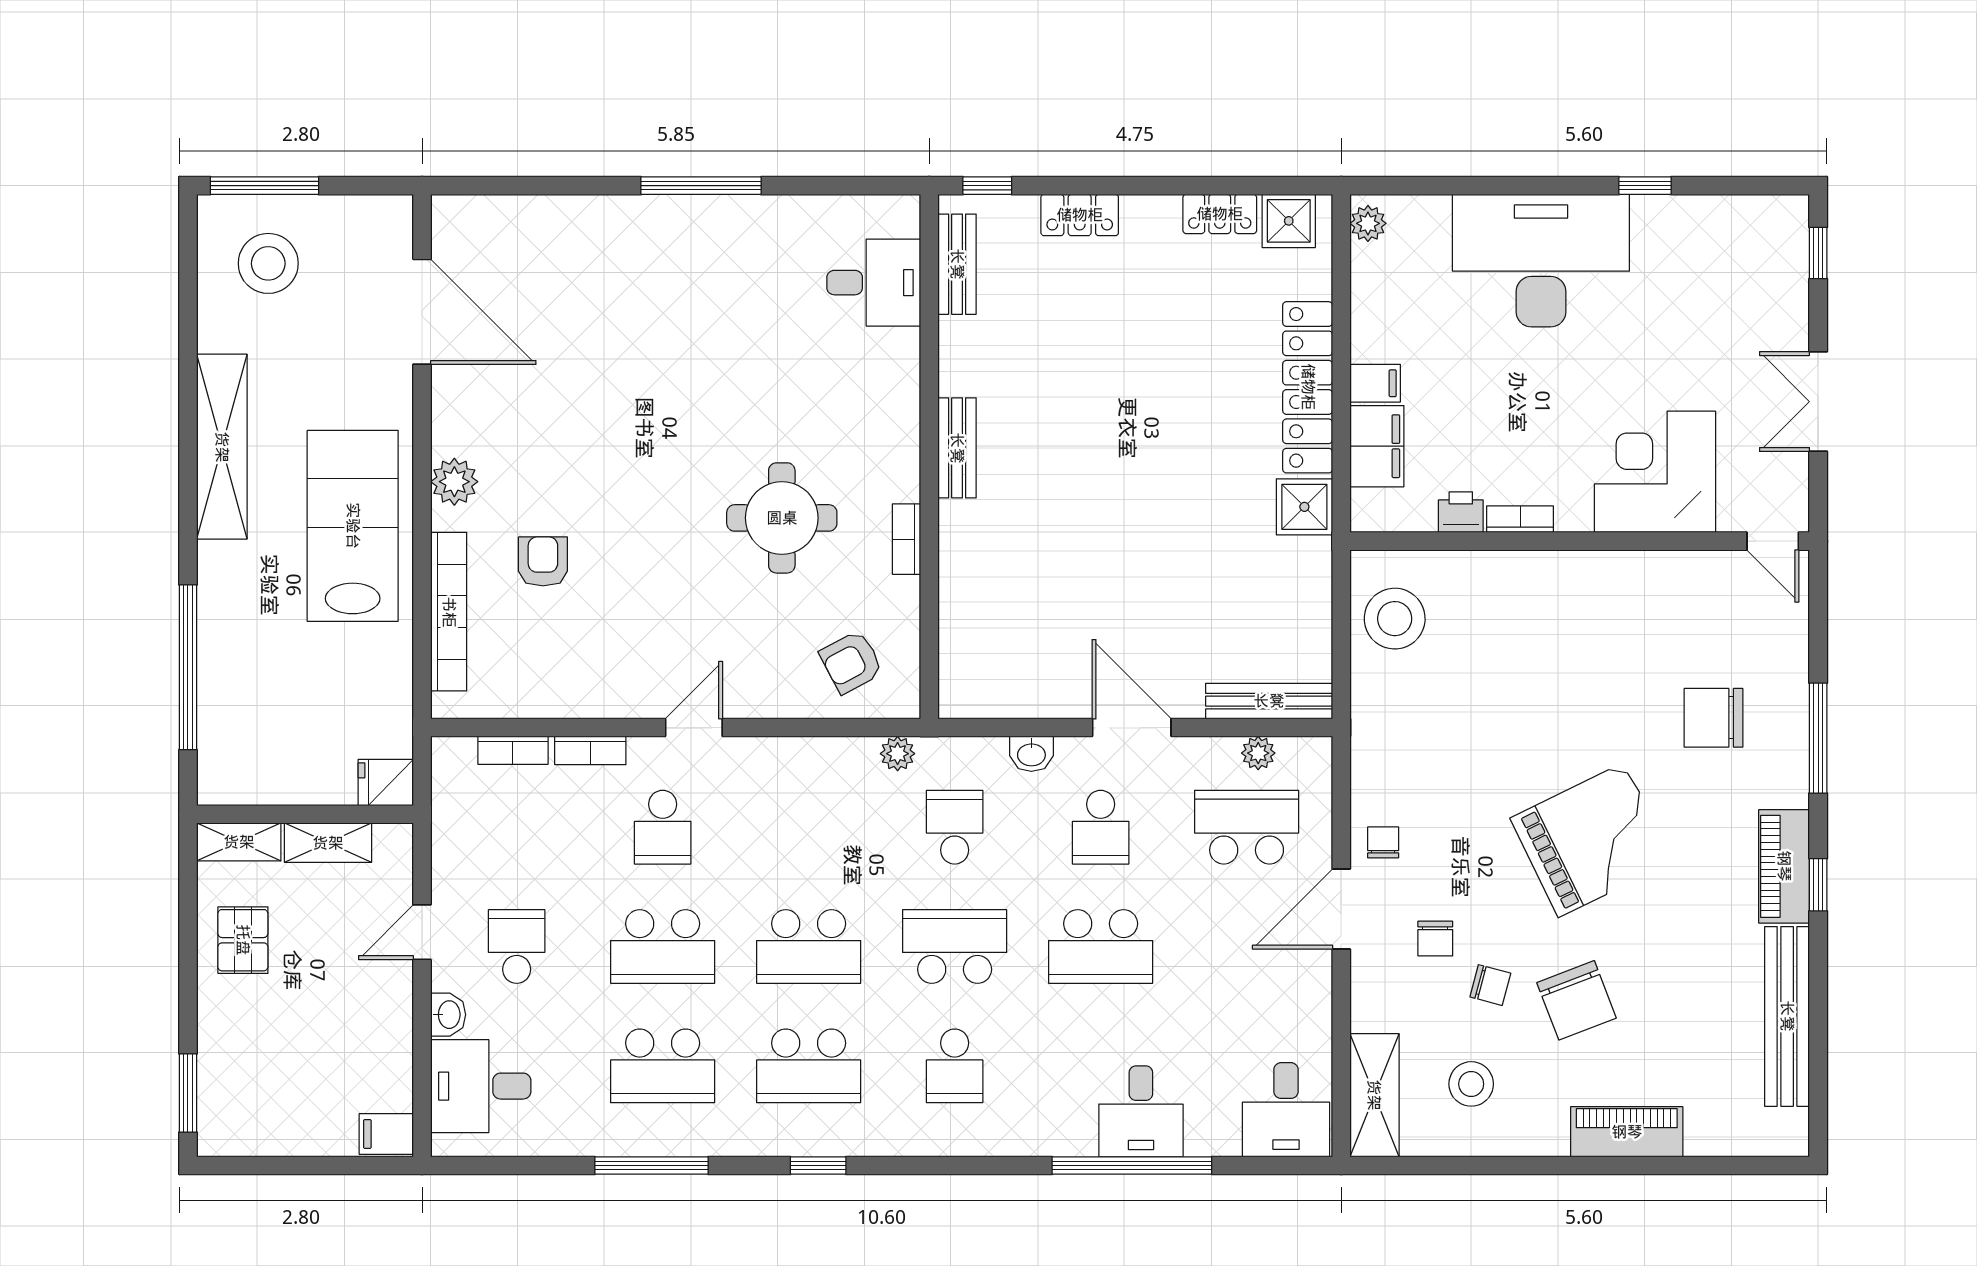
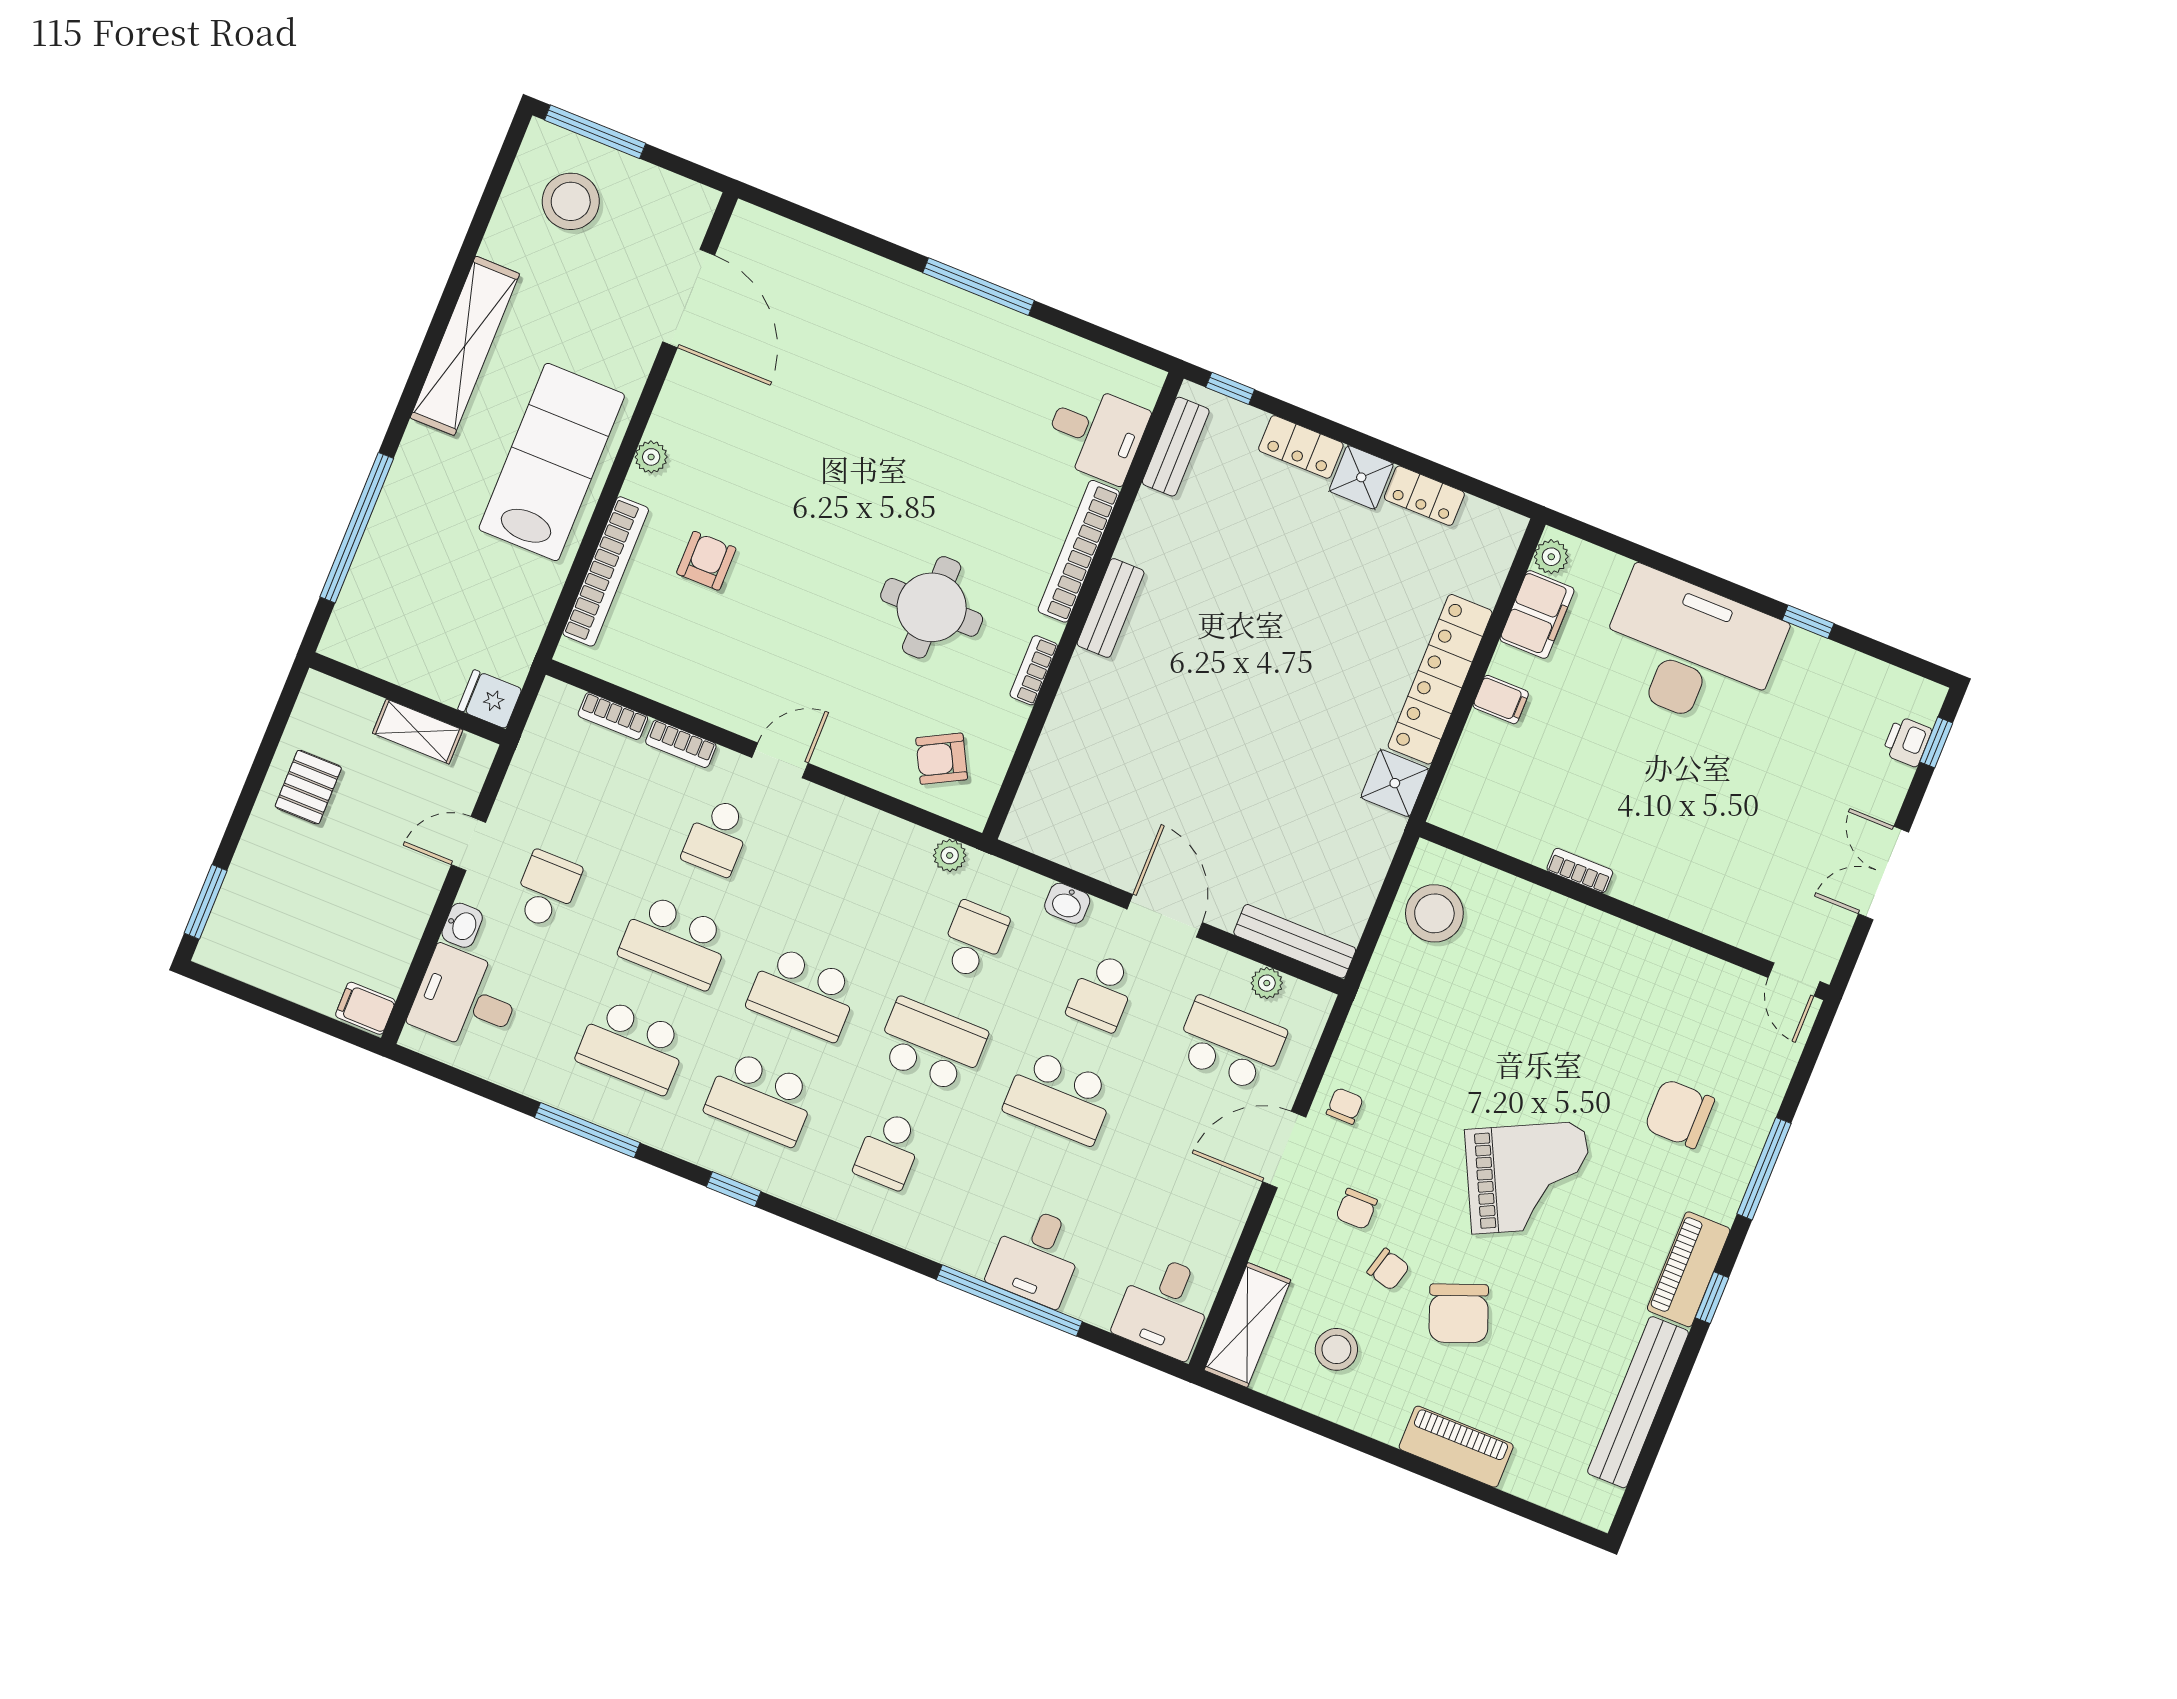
shower: (1289, 221) -> (1361, 477), moved
bookcase: (904, 405) -> (1079, 551), added
filing cabinet: (1377, 446) -> (1537, 614), moved
corner desk: (1655, 472) -> (1715, 877), removed
plant: (454, 482) -> (651, 457), width x0.73, depth x0.73
printer: (1461, 512) -> (1907, 741), moved, turned -90
shelving: (239, 842) -> (339, 699), removed

